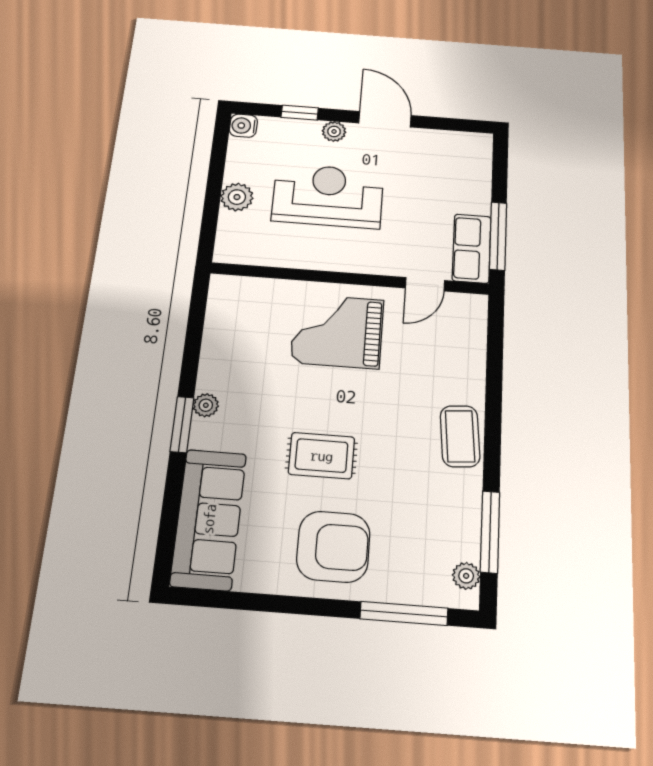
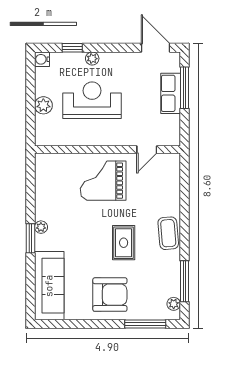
door: (385, 119) -> (156, 48), moved
window: (498, 236) -> (184, 88), moved
row of seats: (472, 248) -> (171, 93), moved
rug: (322, 456) -> (124, 243), moved, turned 90

